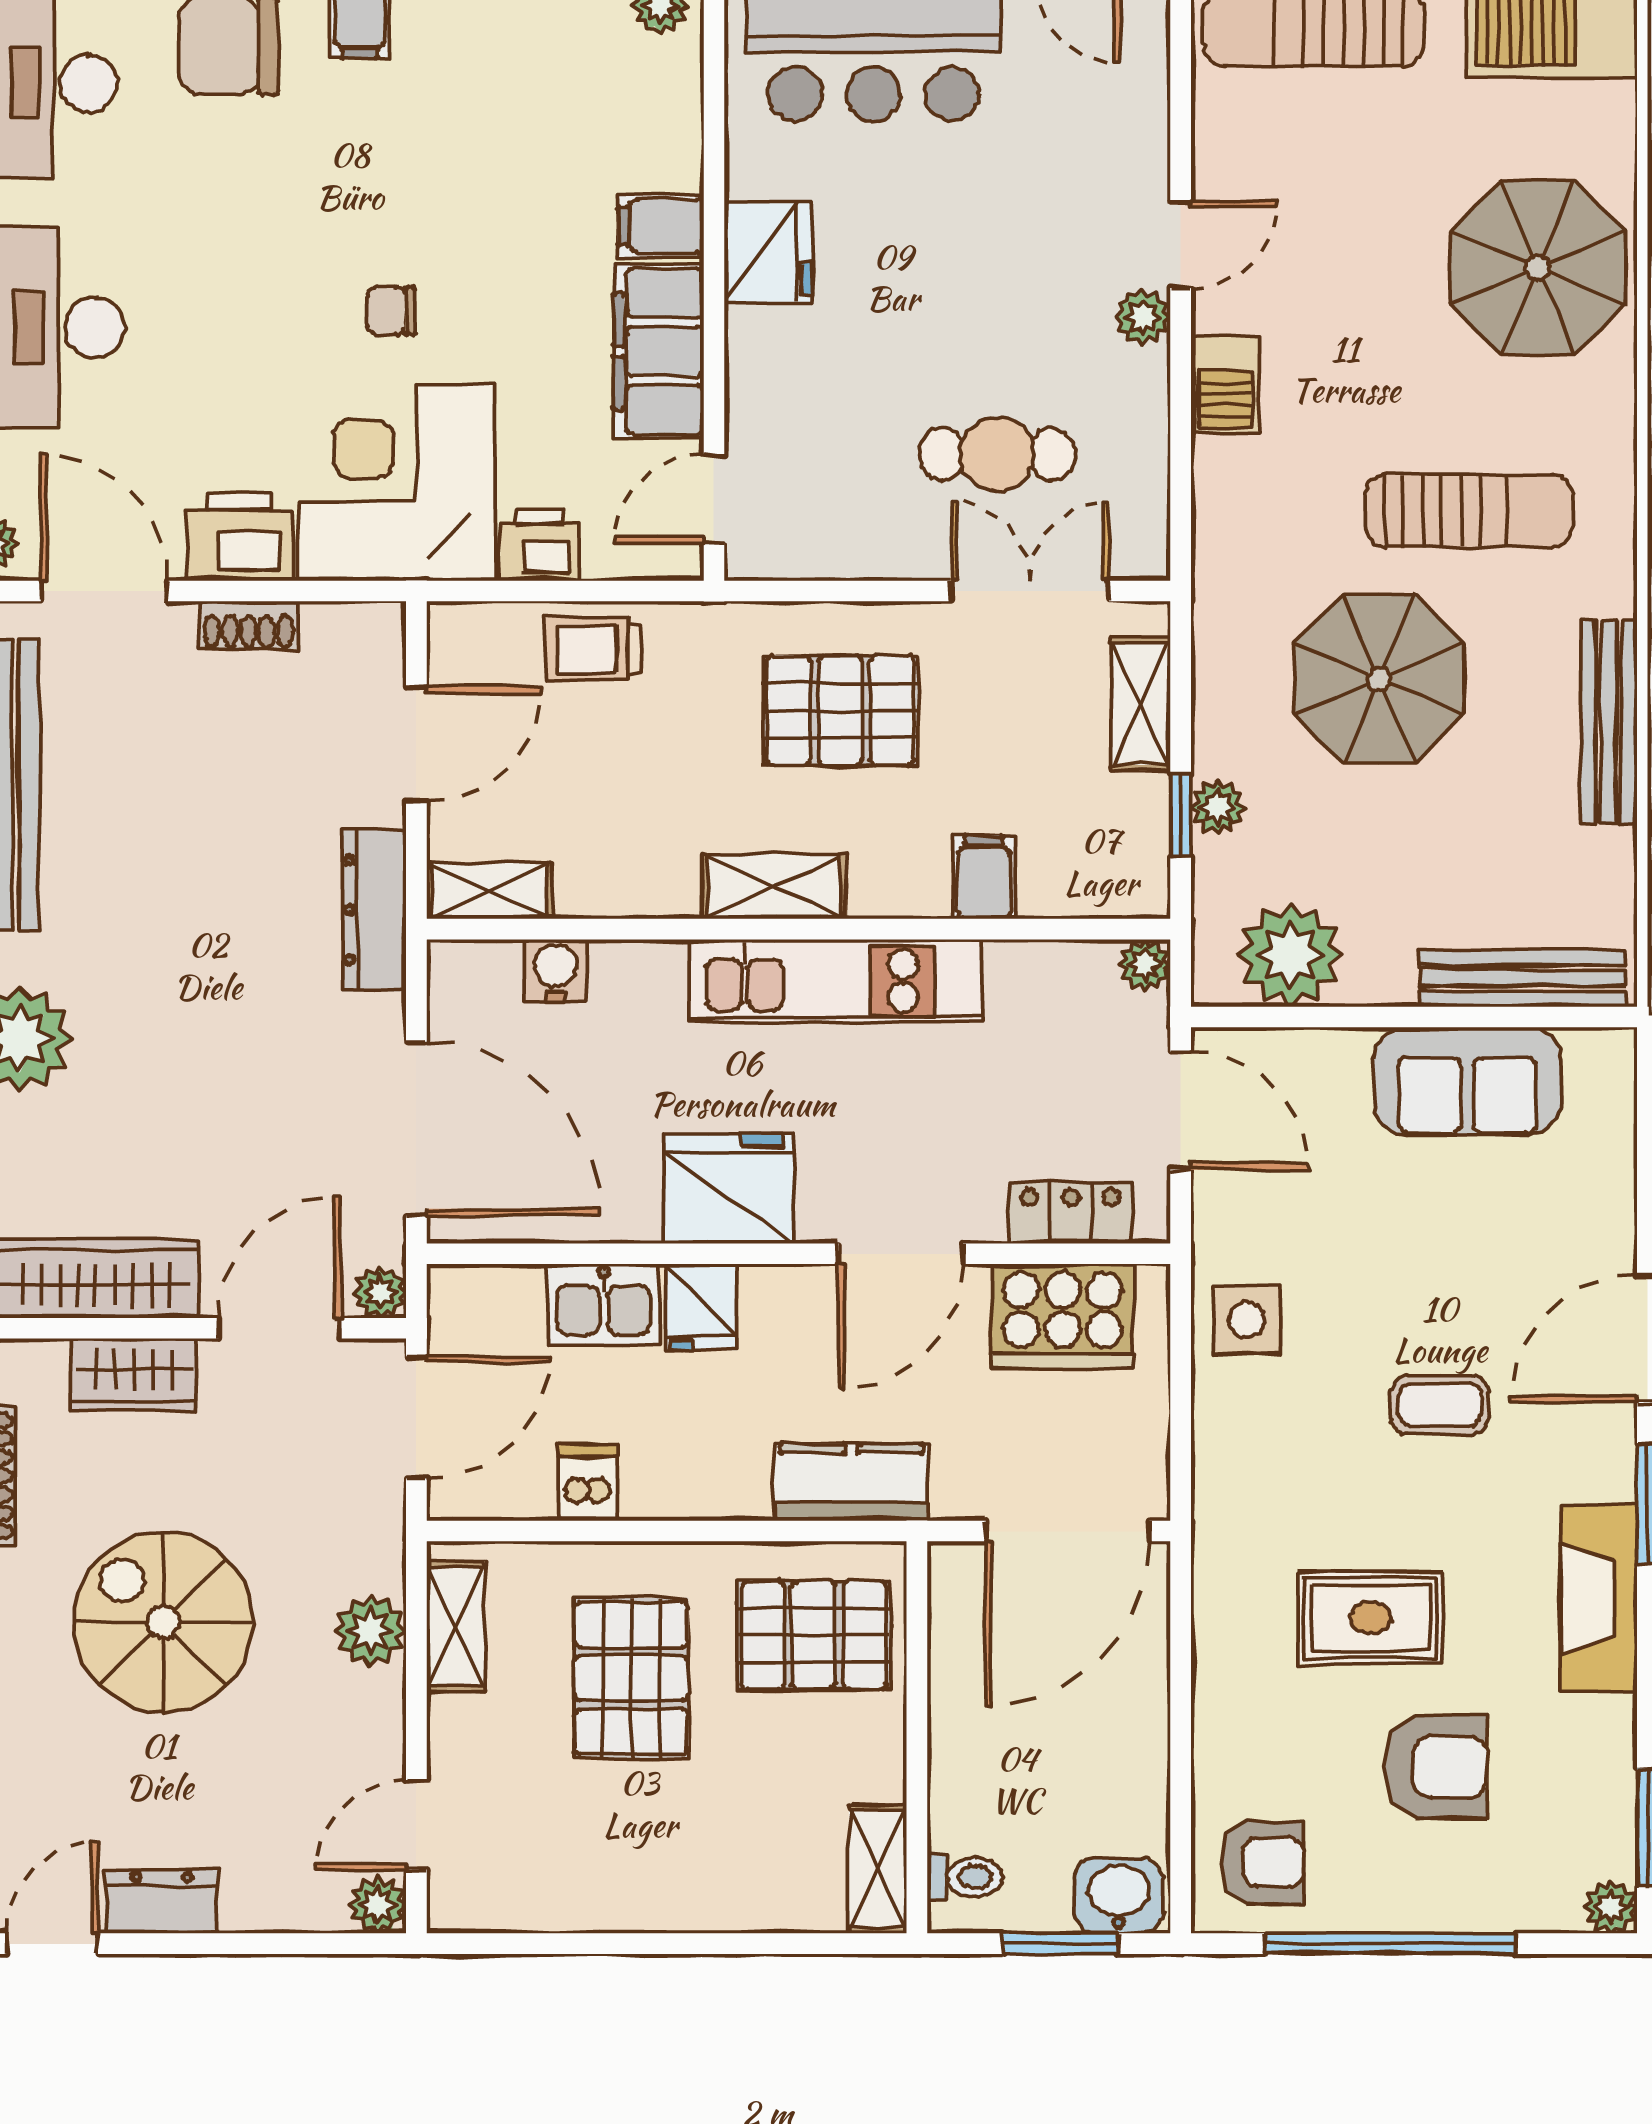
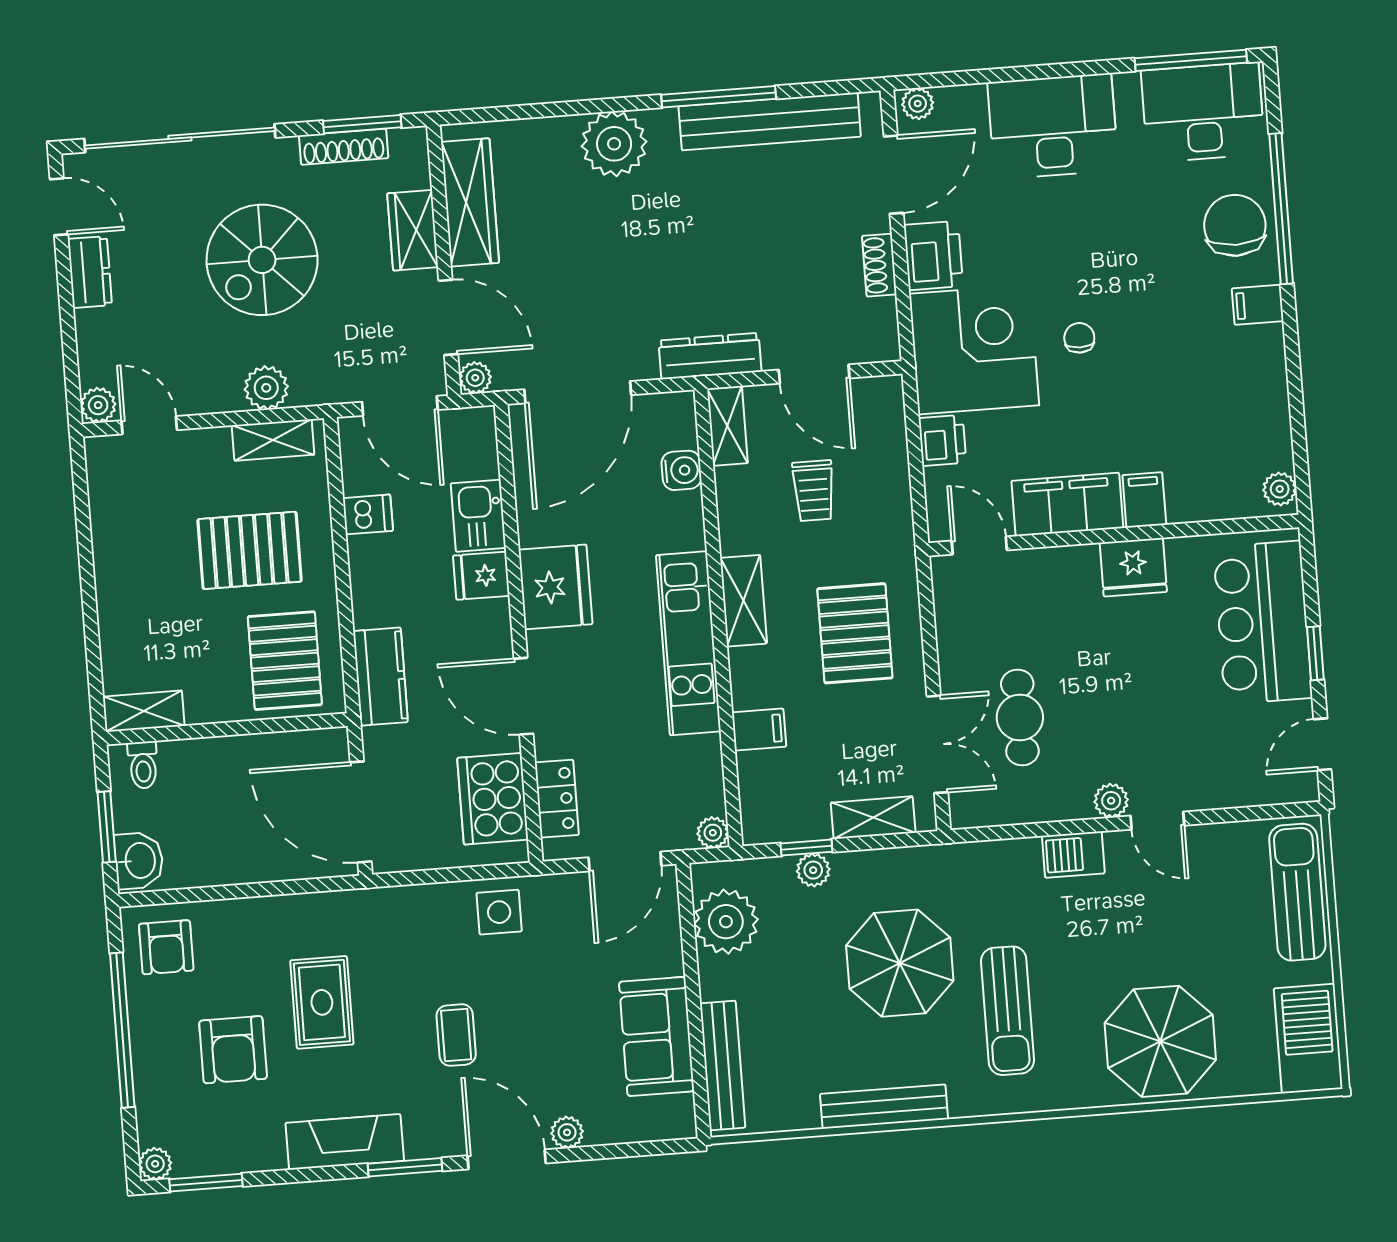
trolley: (593, 649) -> (814, 491), moved, turned 180
plant: (1611, 1238) -> (567, 1132), added
spiral stairs: (163, 1622) -> (262, 260), turned 180

